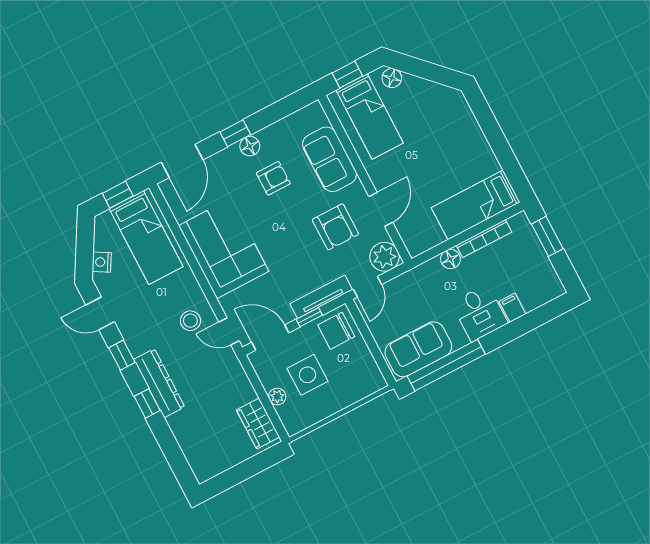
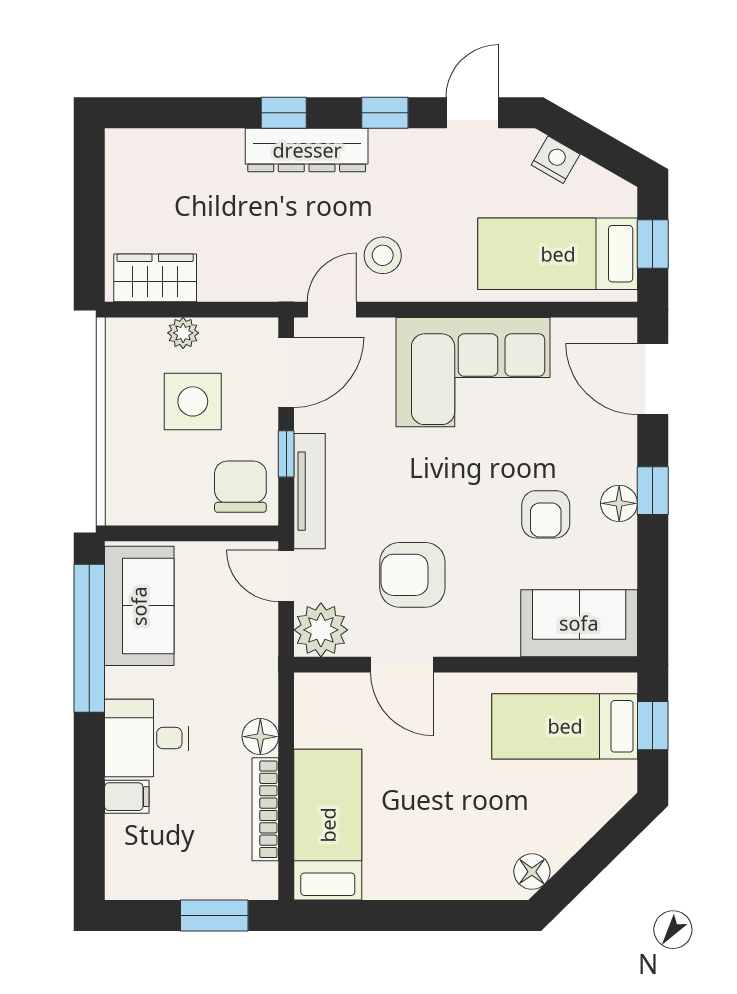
floor lamp: (392, 78) -> (532, 872), moved
sofa: (329, 159) -> (579, 623), moved

